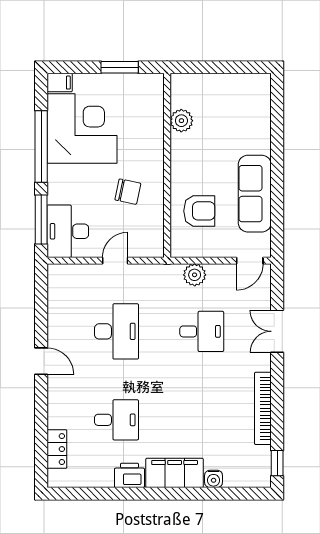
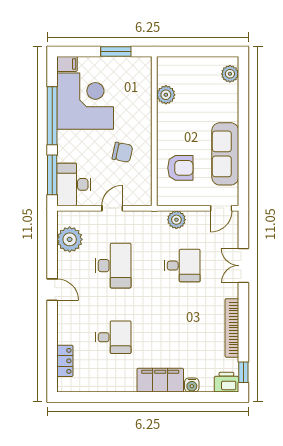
plant: (261, 95) -> (230, 74), added
plant: (63, 299) -> (70, 239), added
printer: (129, 475) -> (226, 382), moved

